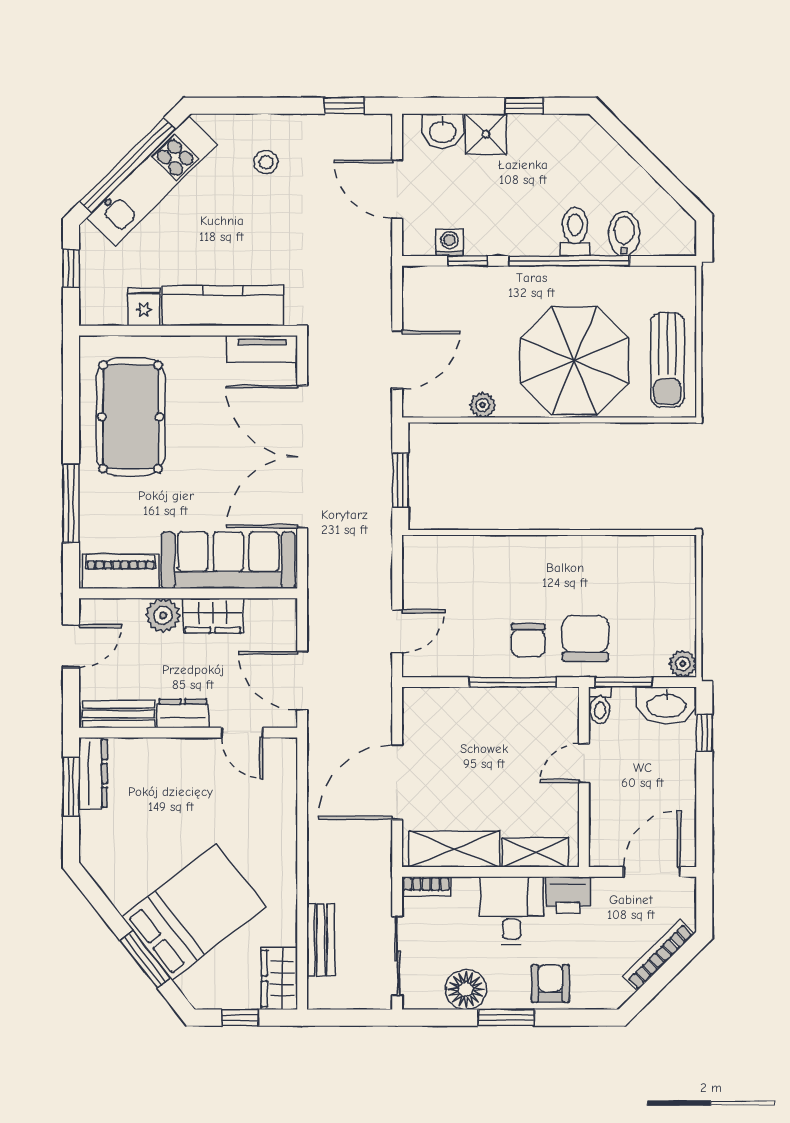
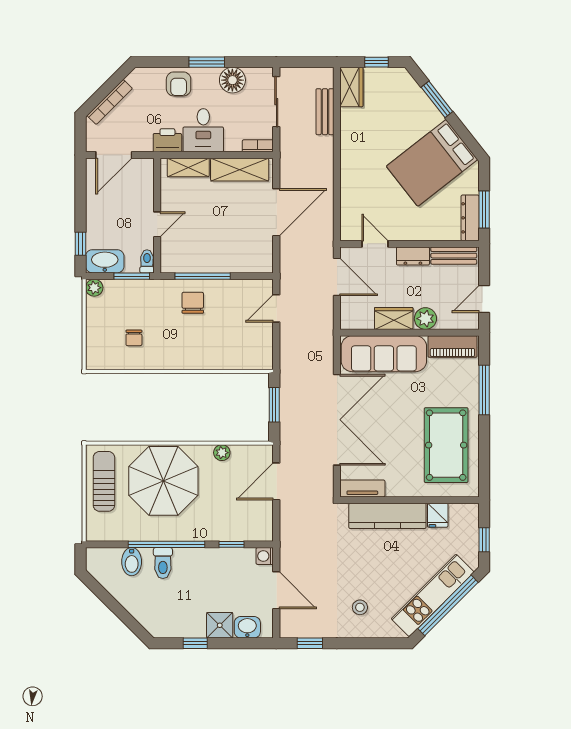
washing machine: (449, 243) -> (265, 556), moved, turned 90
chair: (585, 638) -> (134, 338), moved, width x0.54, depth x0.54
bed: (194, 912) -> (432, 163), moved

